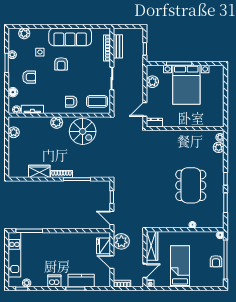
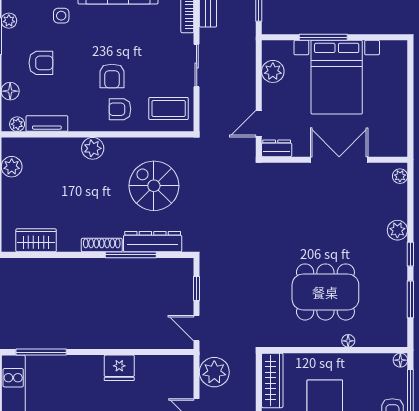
armchair: (61, 64) -> (112, 76), moved
double door: (188, 129) -> (339, 160), added
spiral stairs: (83, 131) -> (154, 186), moved, turned 180
plant: (219, 147) -> (397, 230), moved
wardrobe: (39, 171) -> (36, 240), moved
dresser: (89, 172) -> (153, 242), added
dining table: (191, 185) -> (325, 292), moved, turned 90
fridge: (104, 246) -> (119, 368), moved, turned -90

